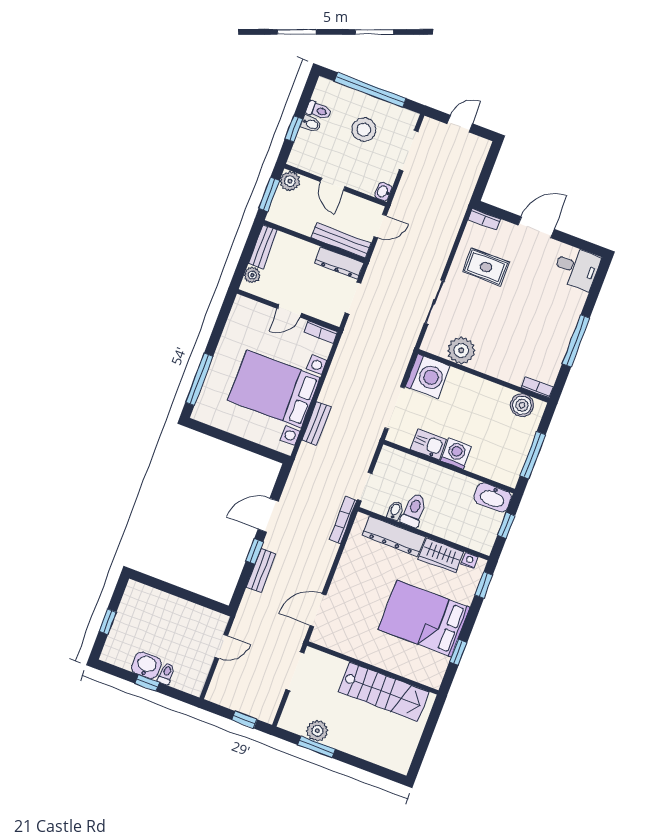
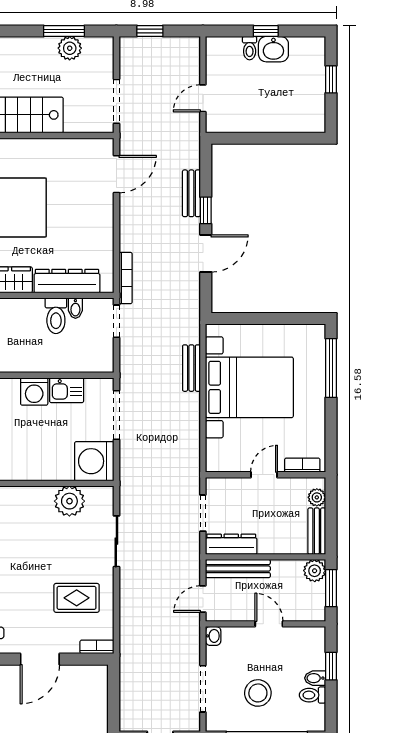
plant: (290, 181) -> (315, 571), moved
bookcase: (321, 332) -> (302, 465), moved

